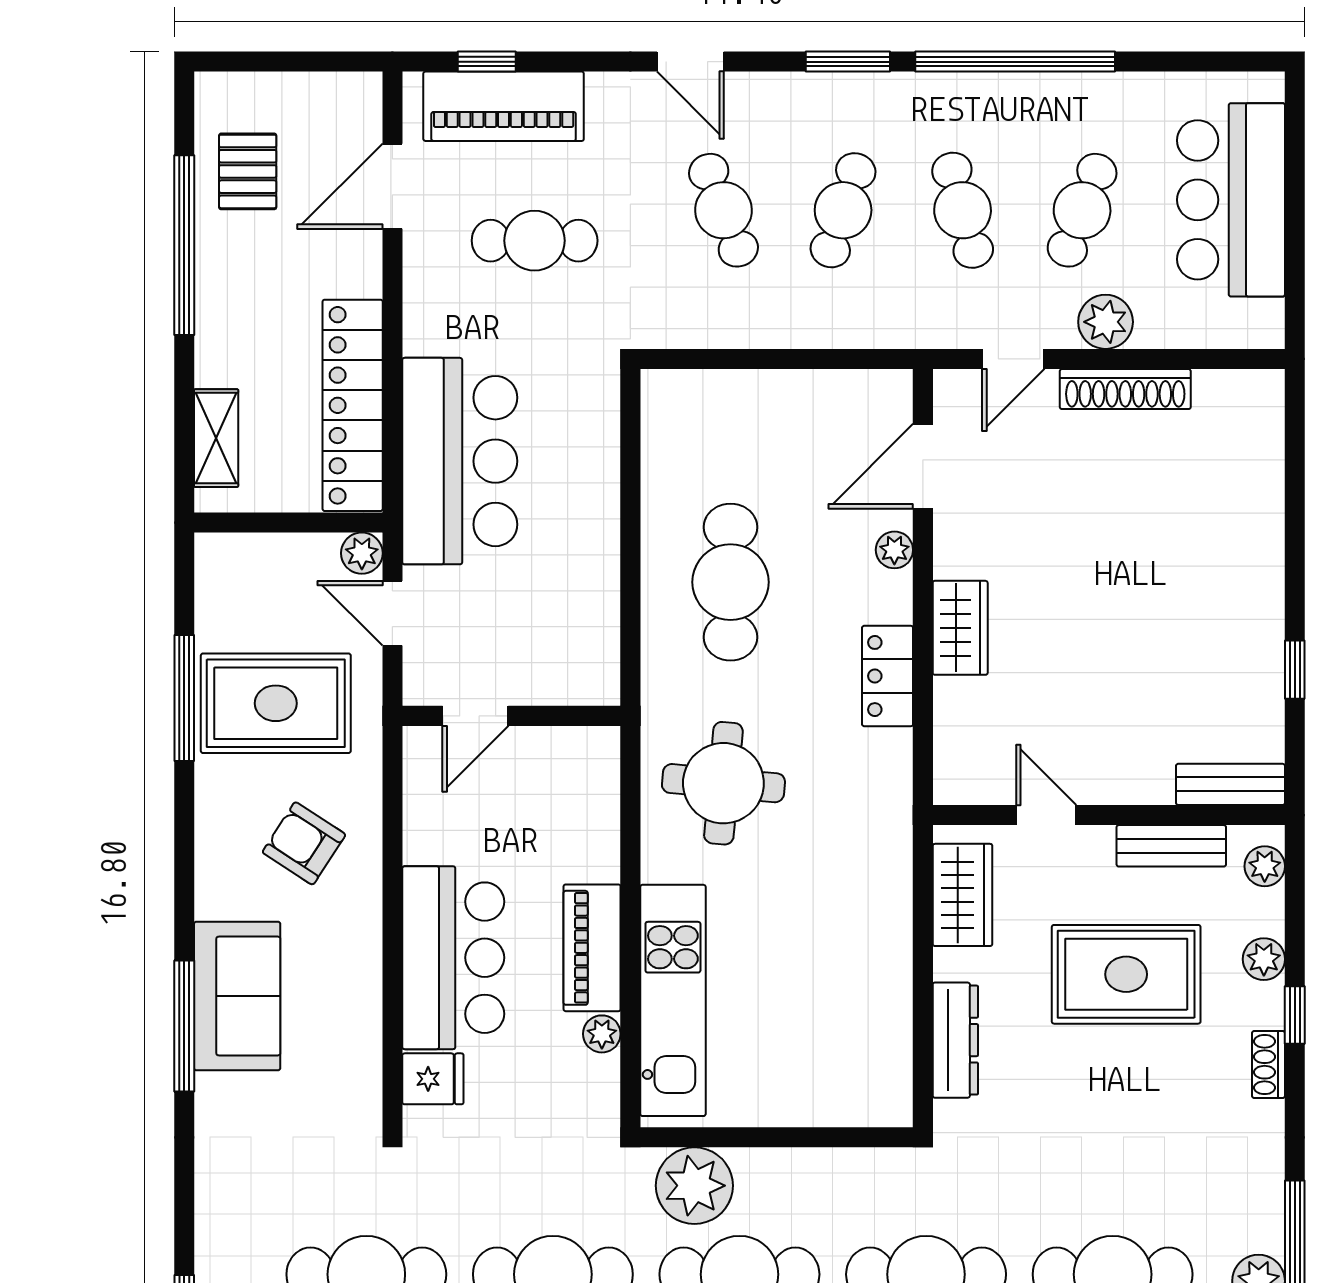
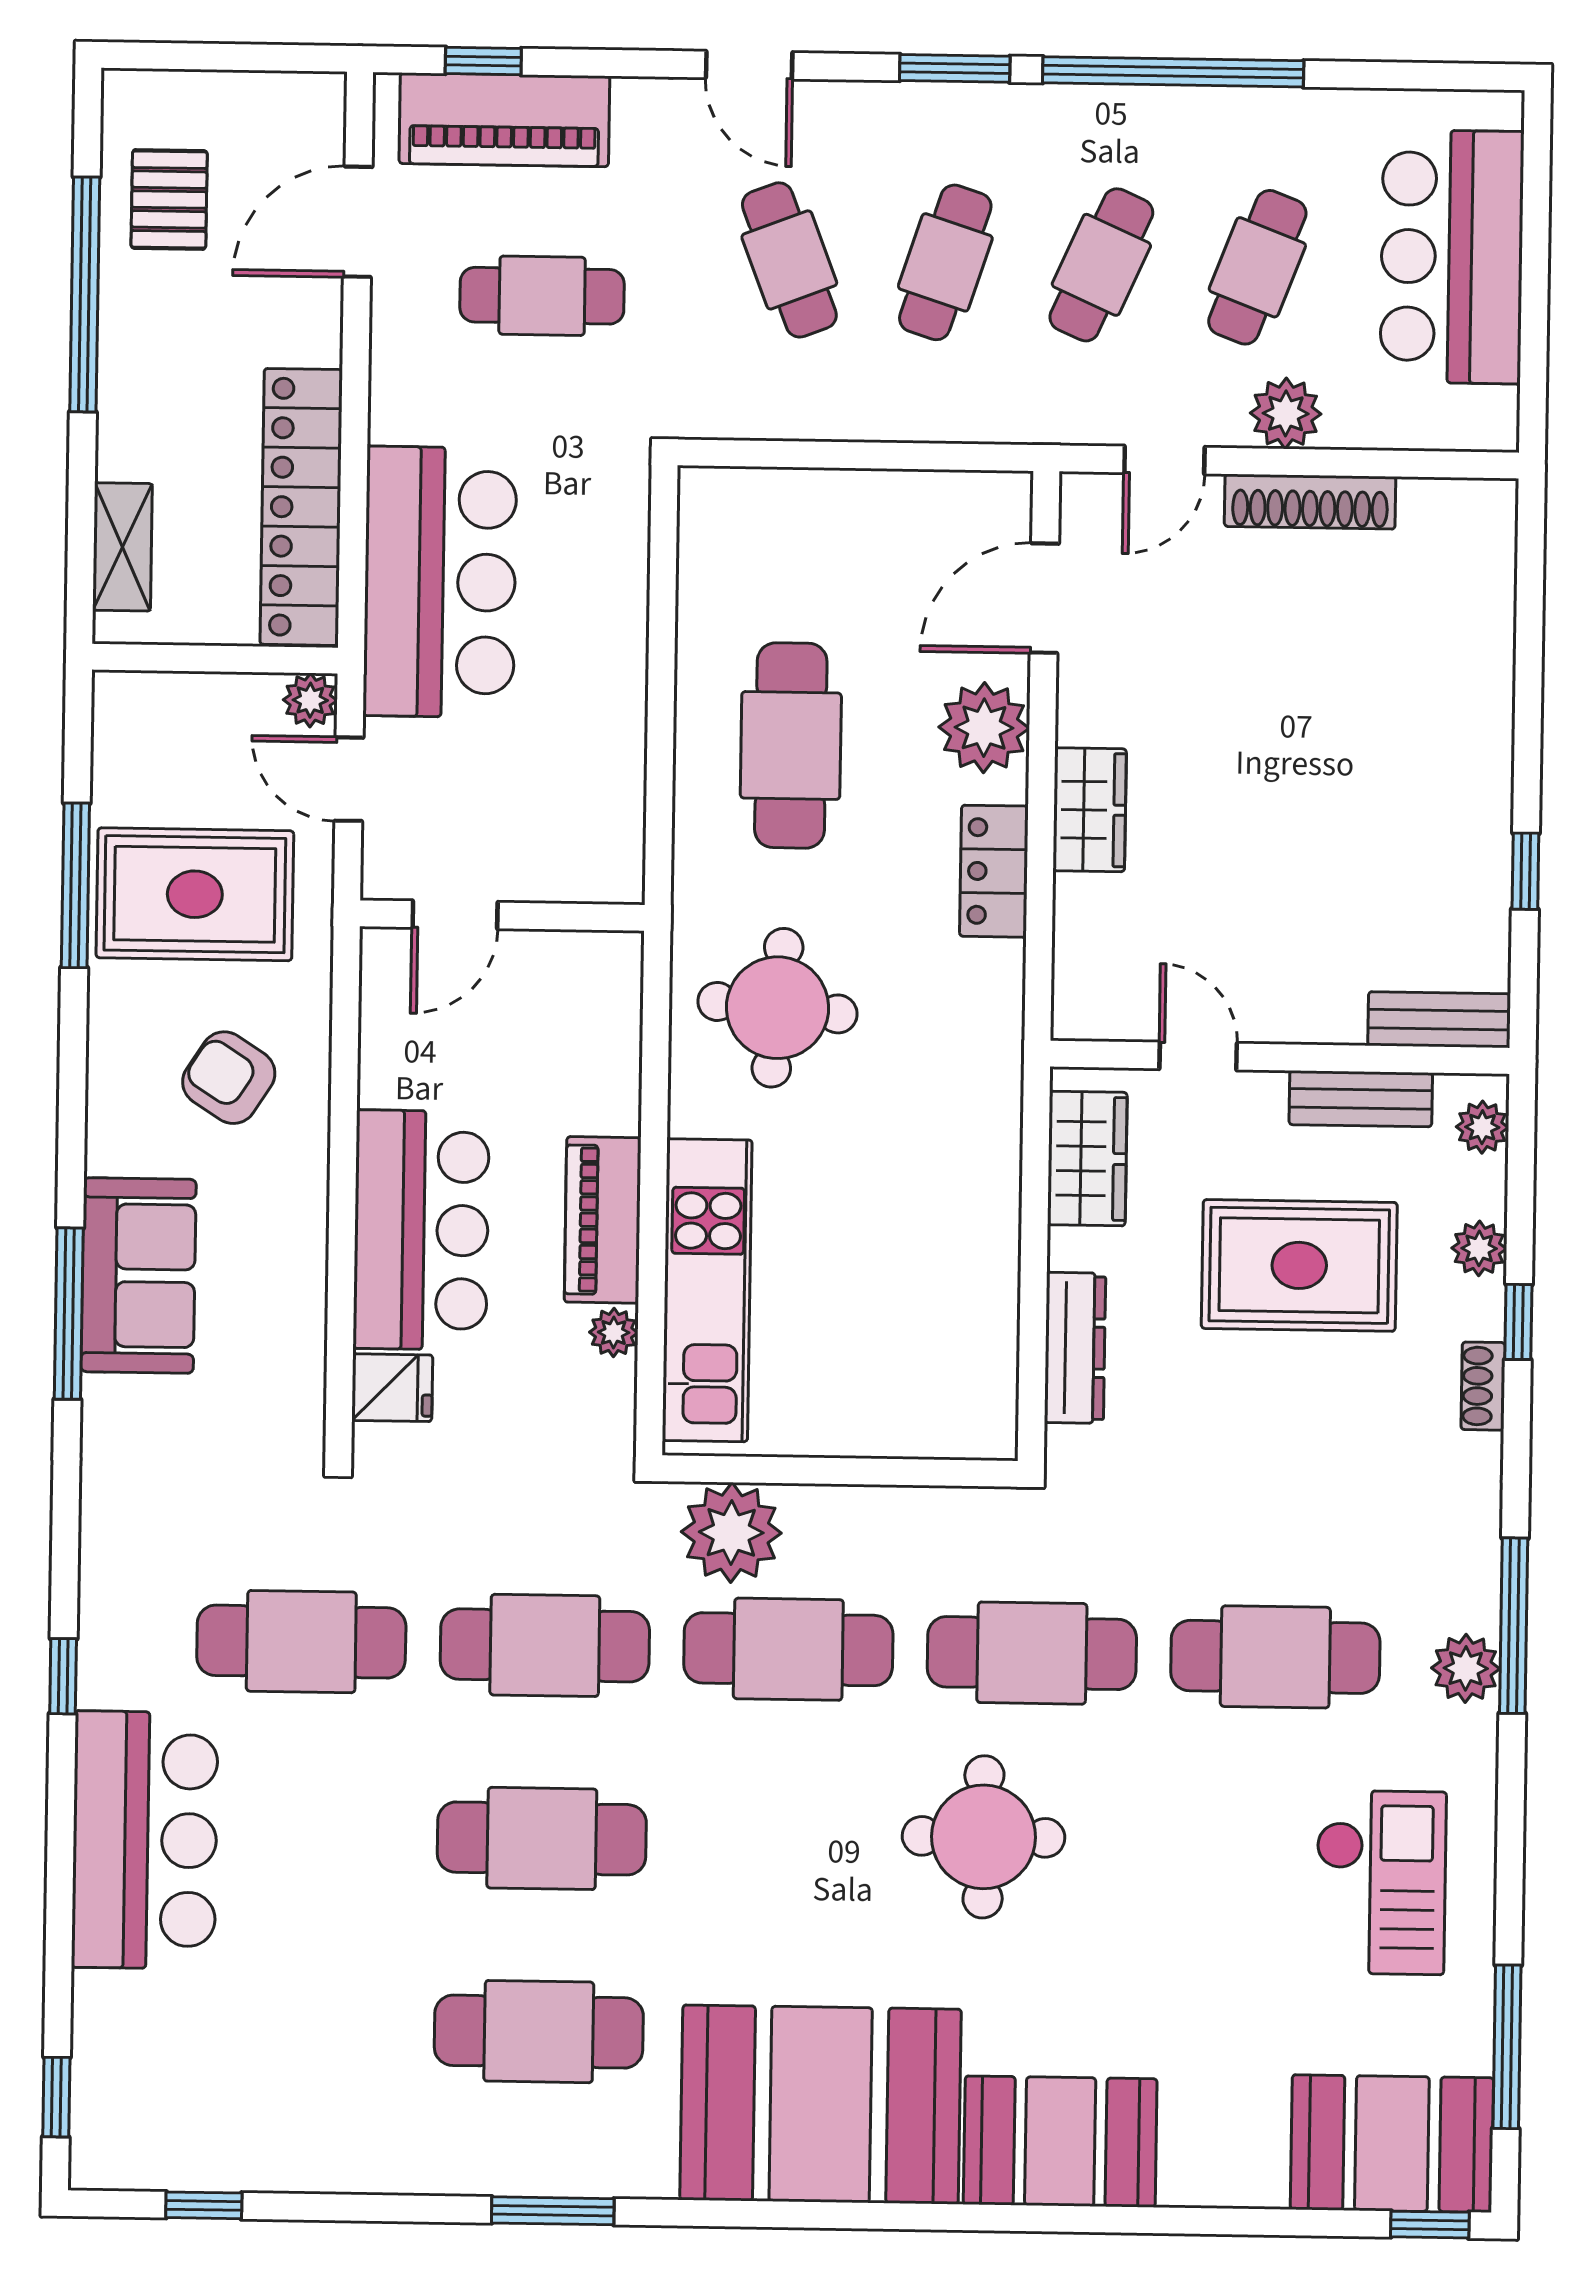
cafe table: (963, 210) -> (1101, 265), turned 39
plant: (894, 550) -> (984, 728), width x1.88, depth x1.88

